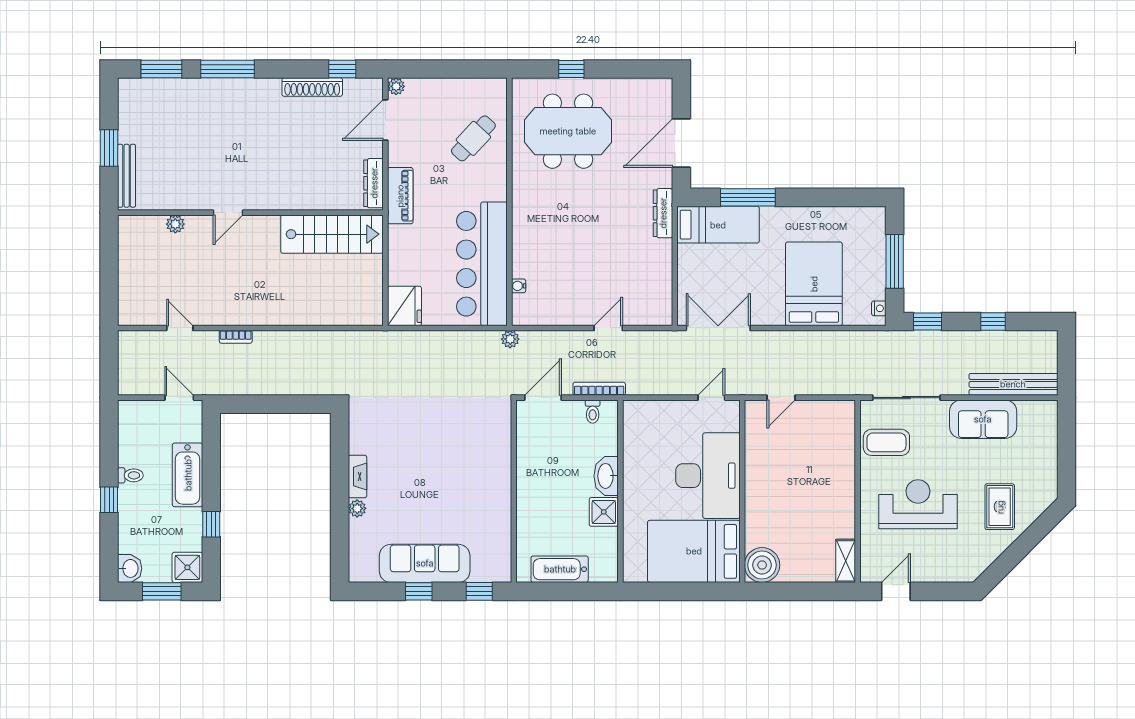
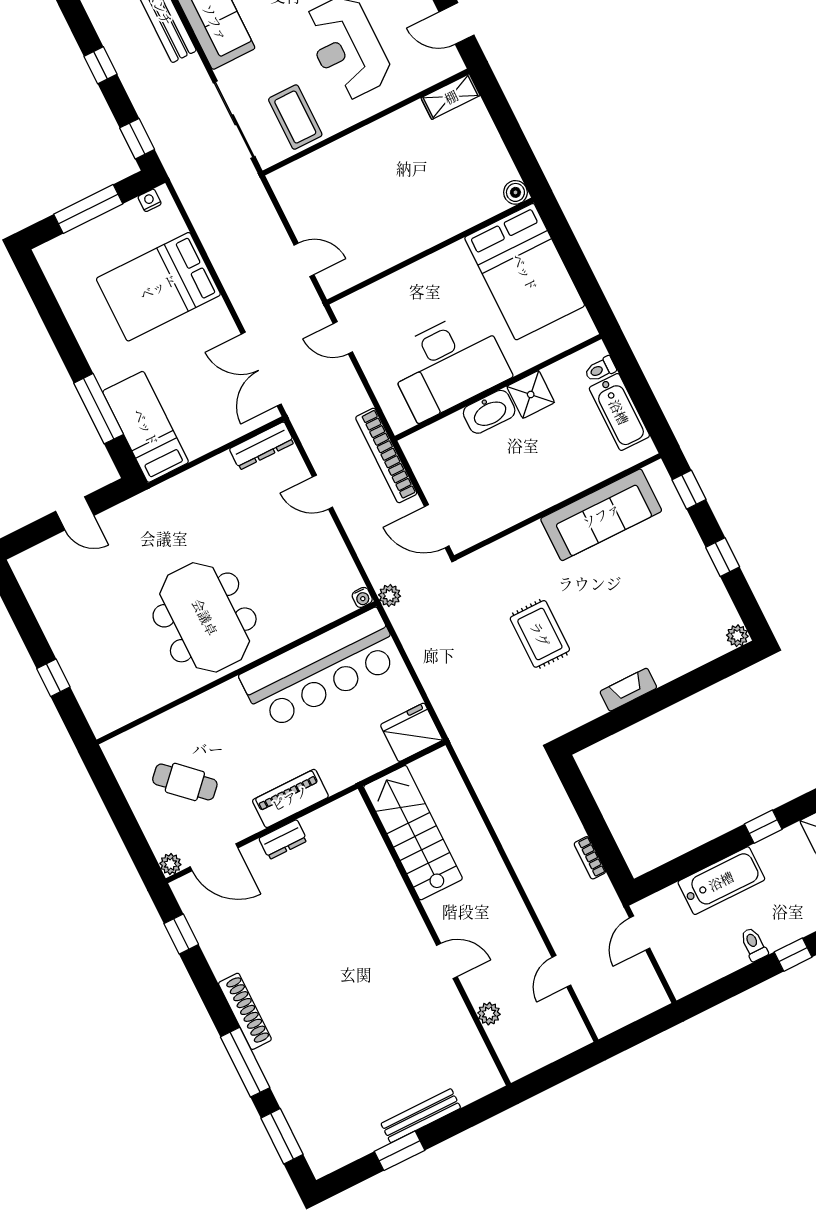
shoe rack: (312, 87) -> (245, 1011), moved
meeting table: (568, 131) -> (205, 617), moved
cafe table: (473, 138) -> (185, 782), moved
door: (681, 143) -> (75, 513), width x0.53
dresser: (374, 183) -> (283, 839), width x0.70
door: (228, 213) -> (447, 961), moved
wall: (250, 213) -> (434, 936), moved
dresser: (663, 213) -> (262, 446), moved
plant: (175, 224) -> (489, 1014), moved
stairs: (332, 234) -> (413, 833), moved
water cooler: (519, 286) -> (362, 597), moved
bookcase: (236, 337) -> (590, 858), moved, turned 180
bookcase: (599, 389) -> (386, 455), width x1.48, depth x1.31
toilet: (593, 412) -> (600, 369), moved, turned 180
rug: (429, 433) -> (540, 634), added
desk: (708, 476) -> (448, 365), moved, turned 180
plant: (357, 508) -> (737, 636), moved
sofa: (425, 563) -> (601, 515), moved, turned -90
boiler: (762, 565) -> (515, 192), width x0.54, depth x0.54

